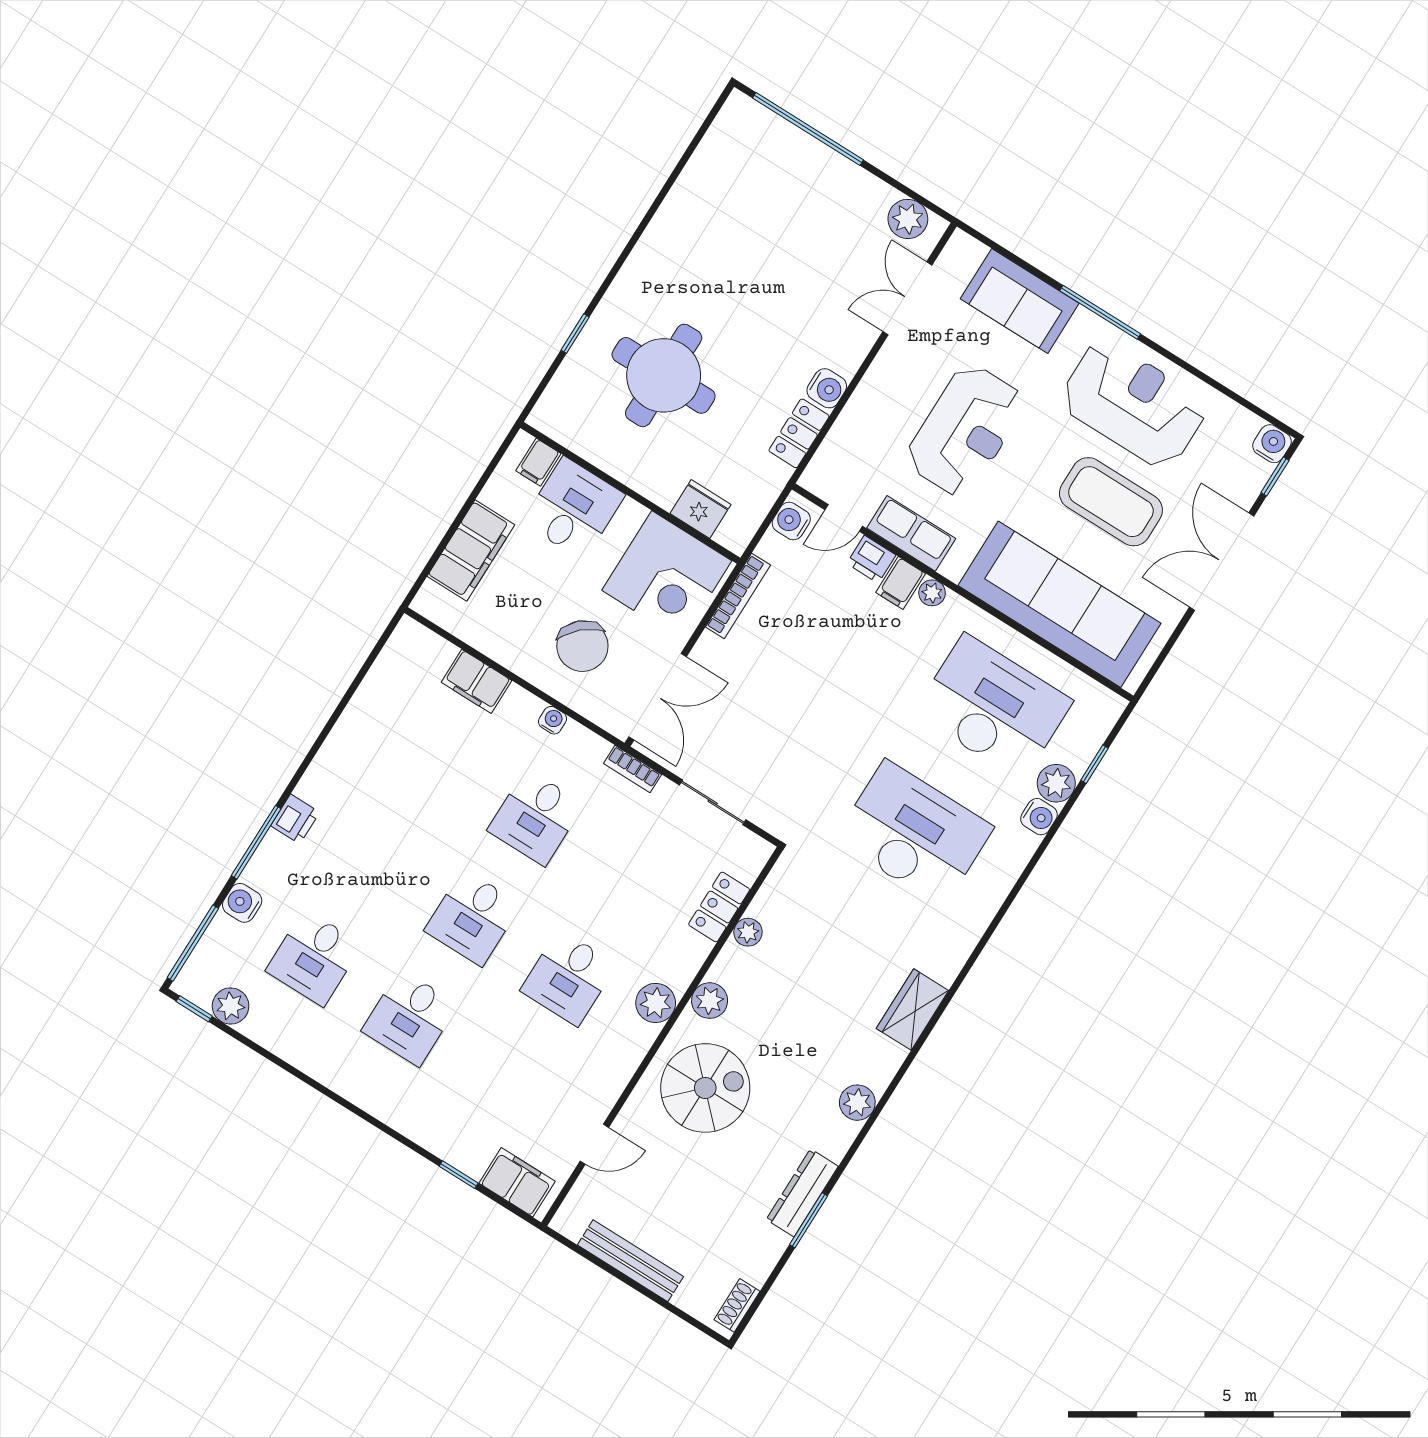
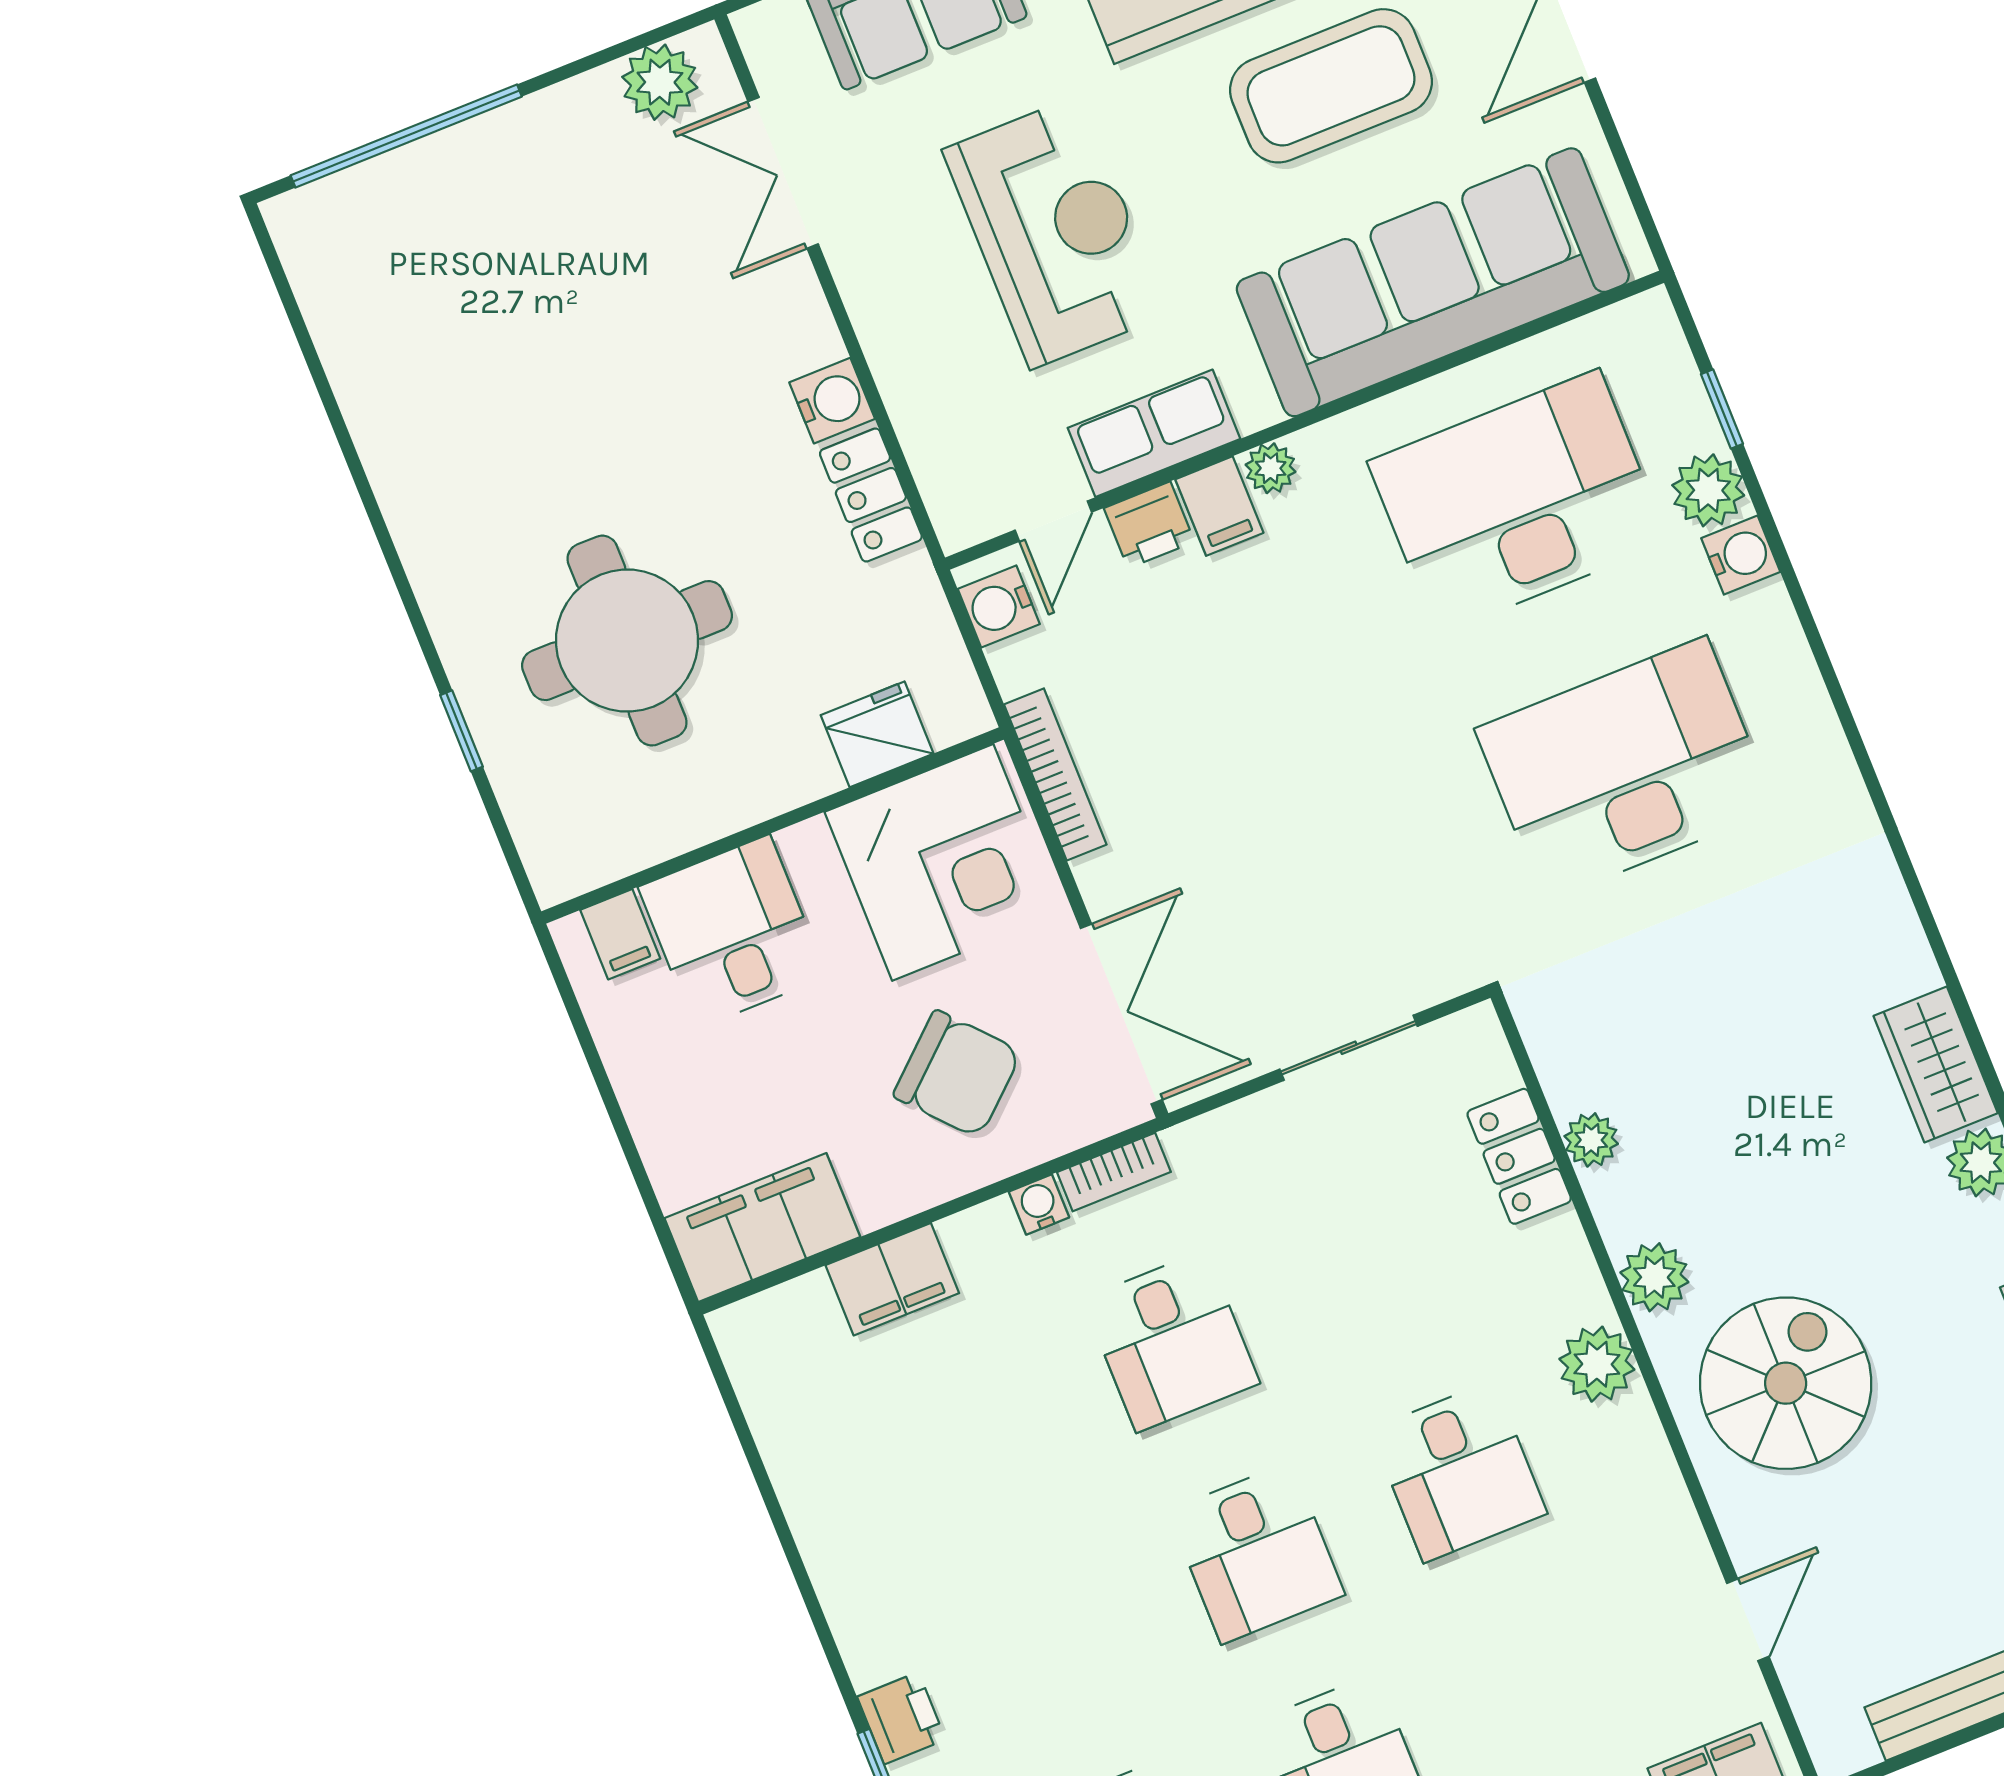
filing cabinet: (471, 551) -> (762, 1228), moved, turned -90
bookcase: (633, 769) -> (1114, 1172), moved
wardrobe: (912, 1009) -> (1936, 1064), moved

